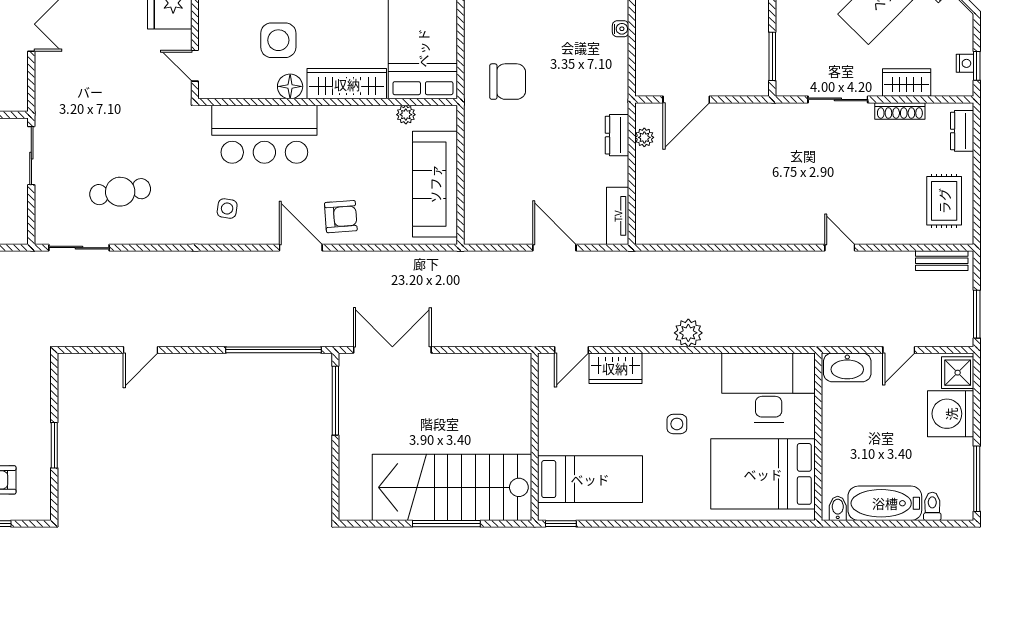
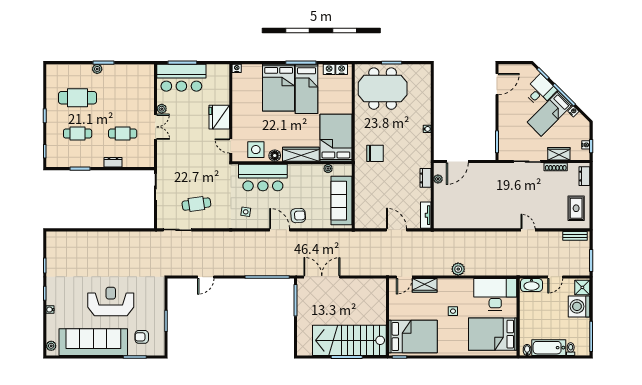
side table: (278, 40) -> (256, 150), moved
bed: (590, 479) -> (413, 336), width x1.50

